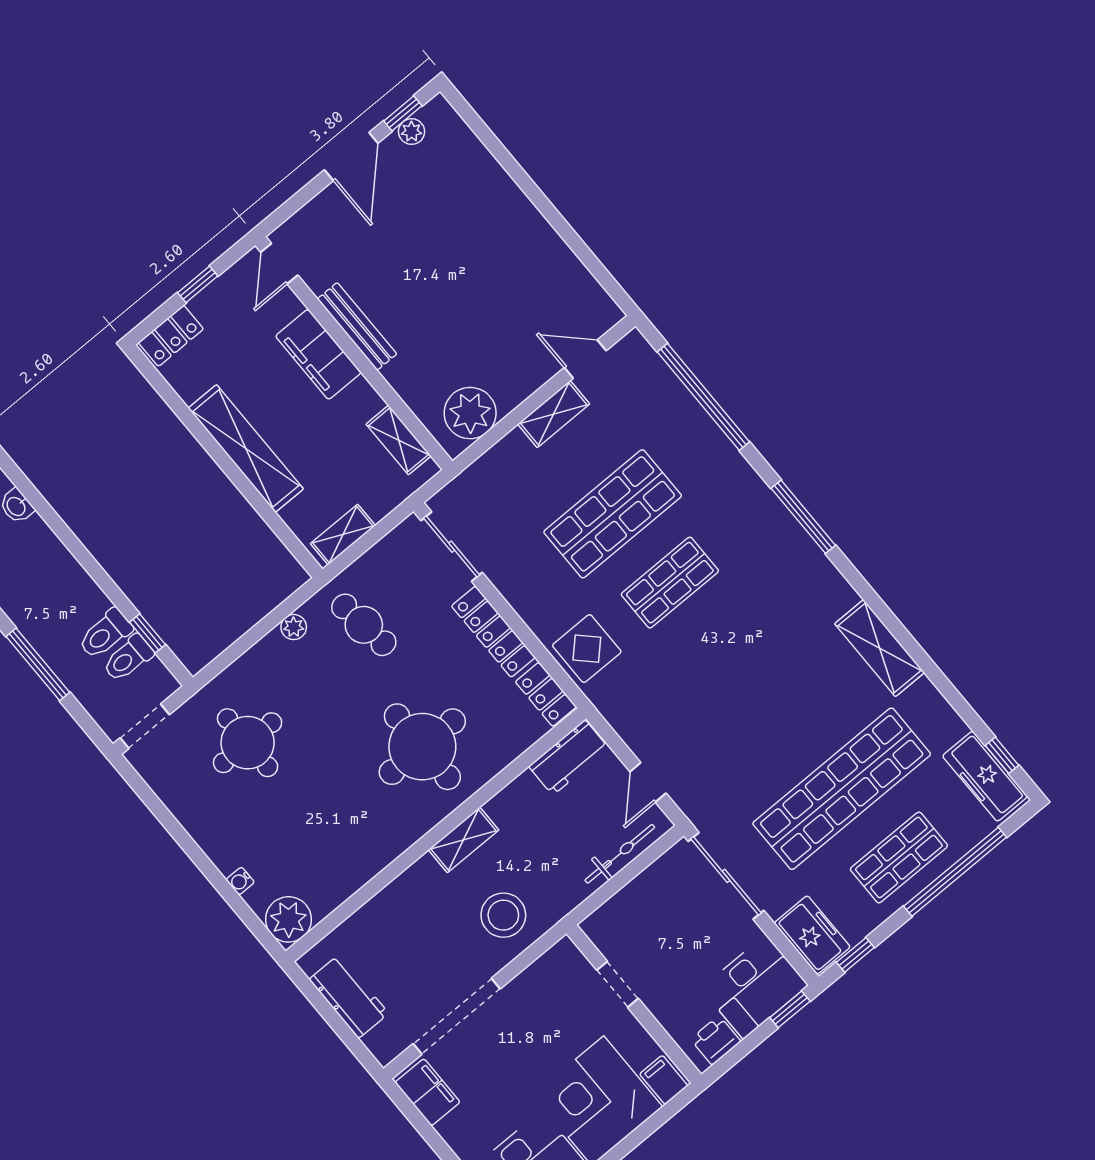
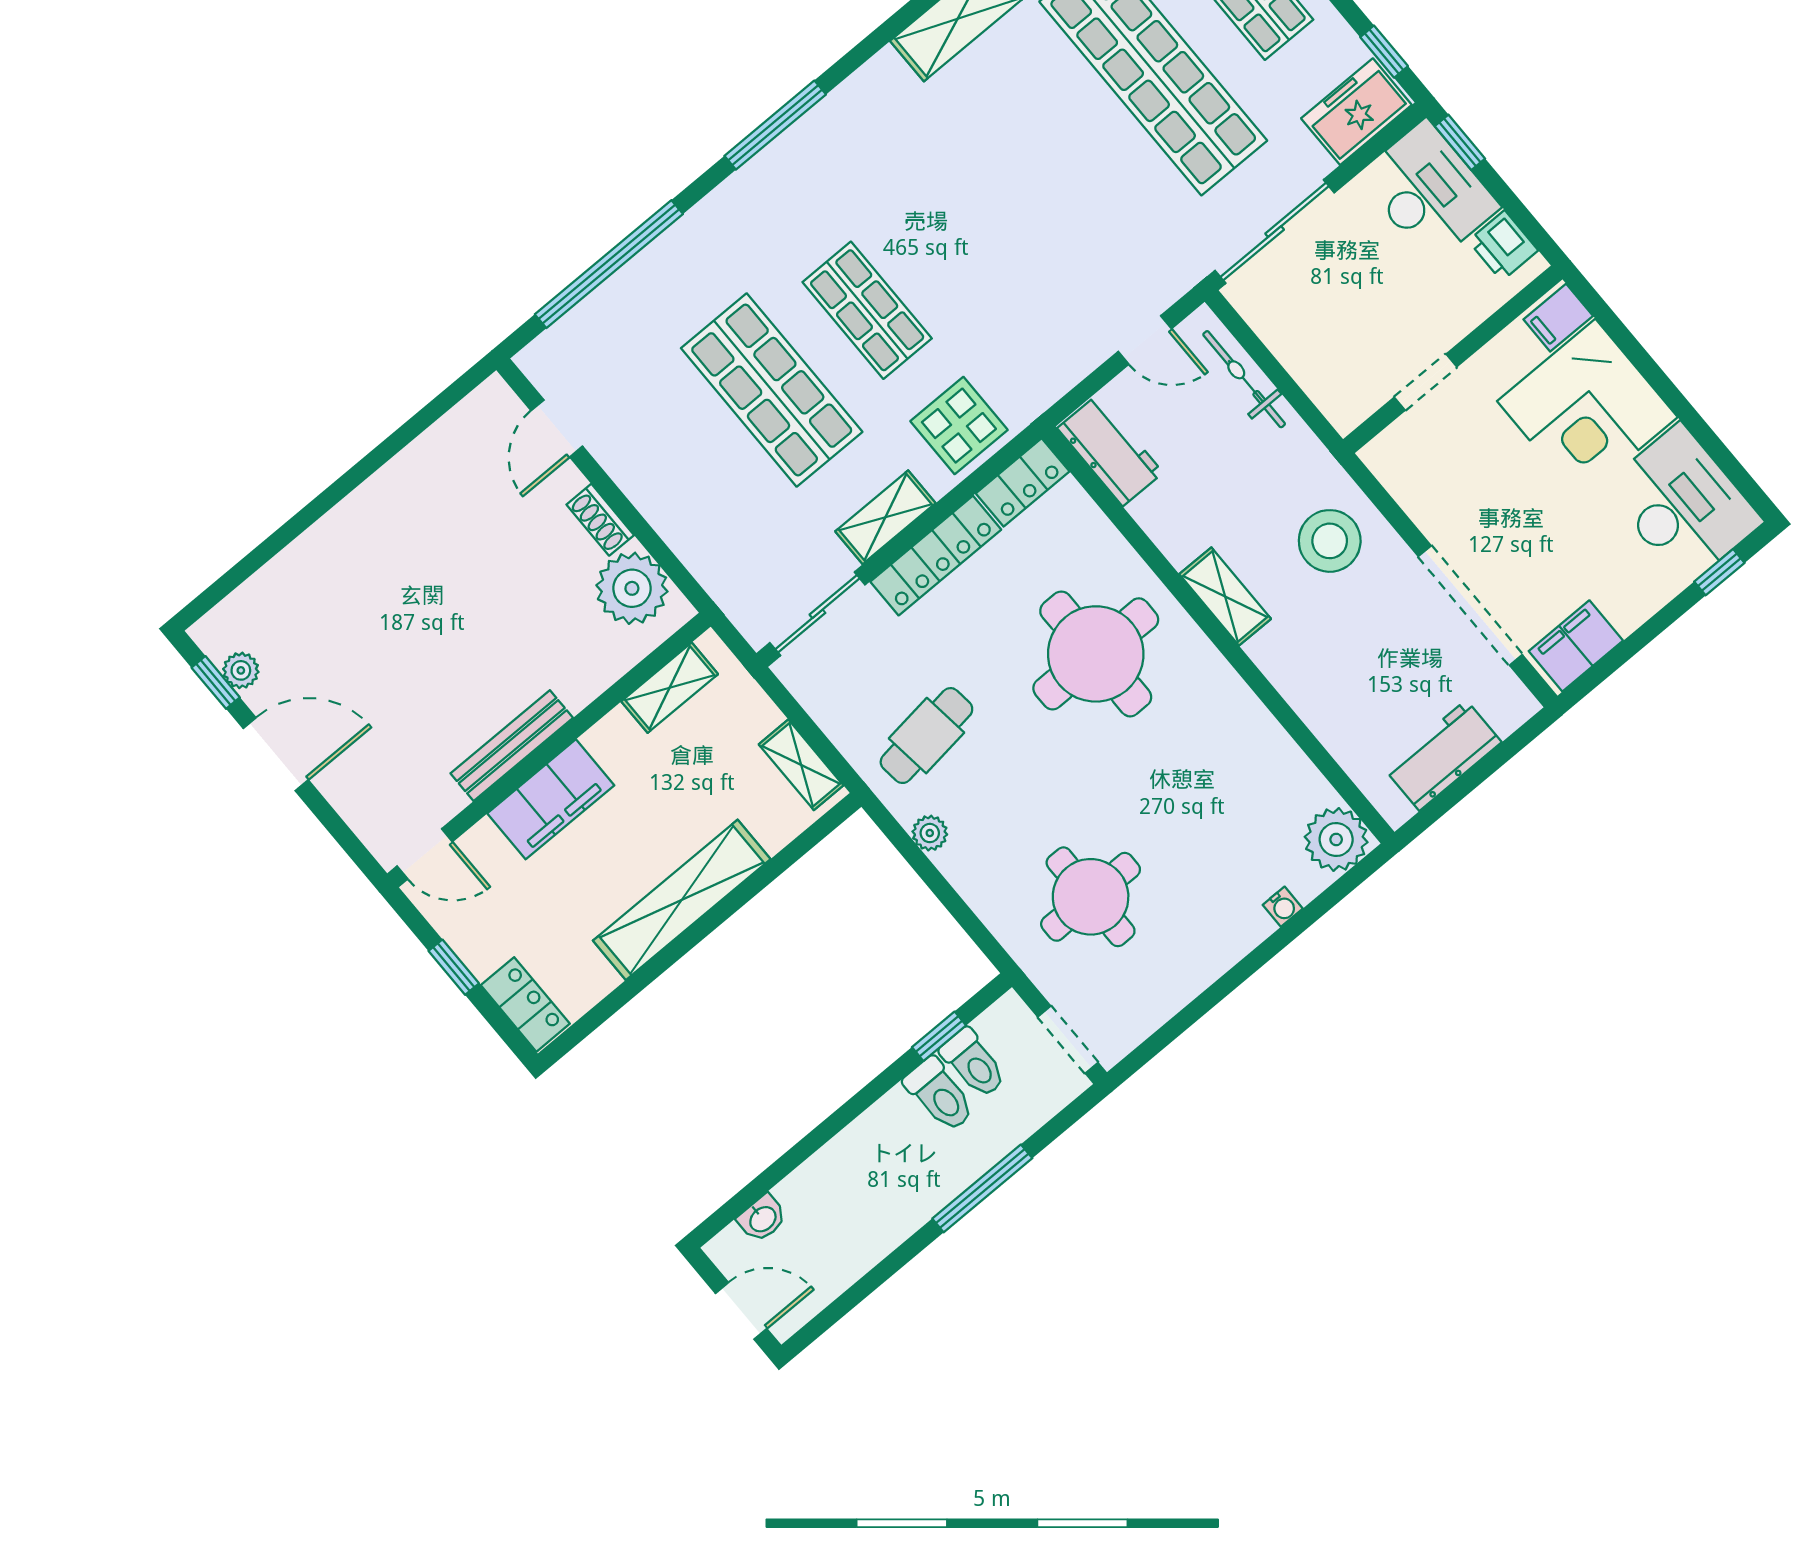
shoe rack: (519, 390) -> (600, 520), added
shelving: (554, 414) -> (885, 517), moved, turned 90

